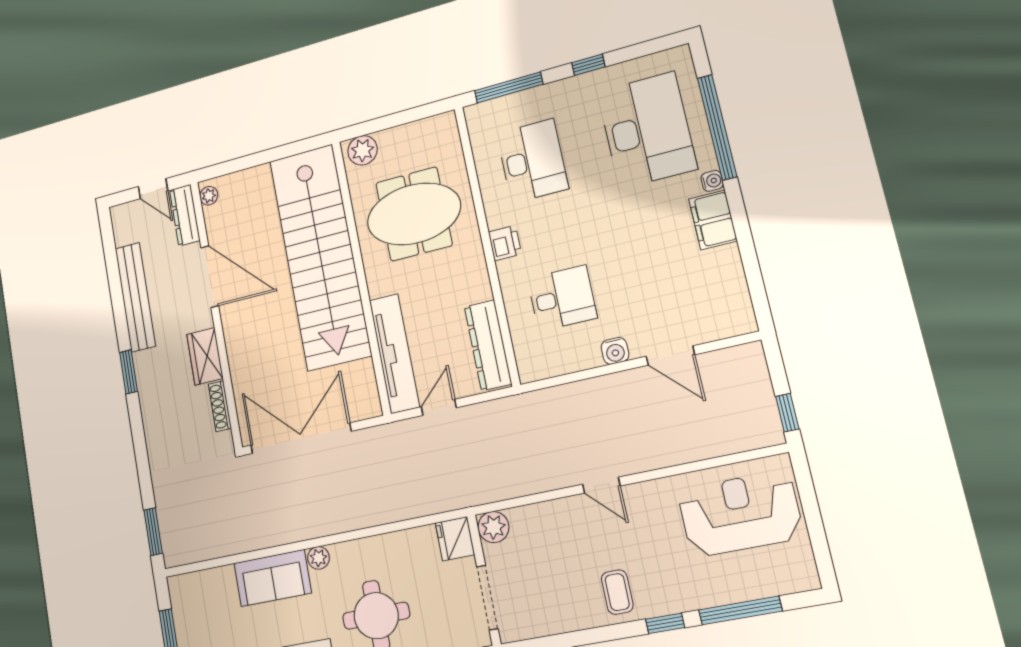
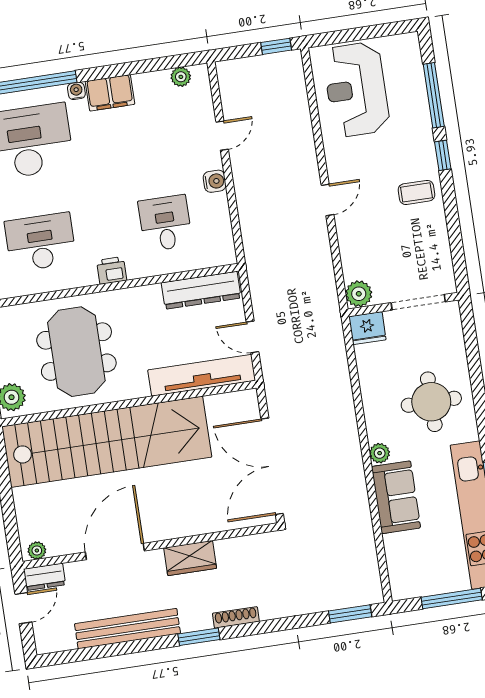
dresser: (185, 215) -> (45, 577), width x0.70
plant: (739, 301) -> (181, 77), added
door: (670, 356) -> (222, 136), width x0.73
shoe rack: (220, 406) -> (236, 617), moved, turned 180

